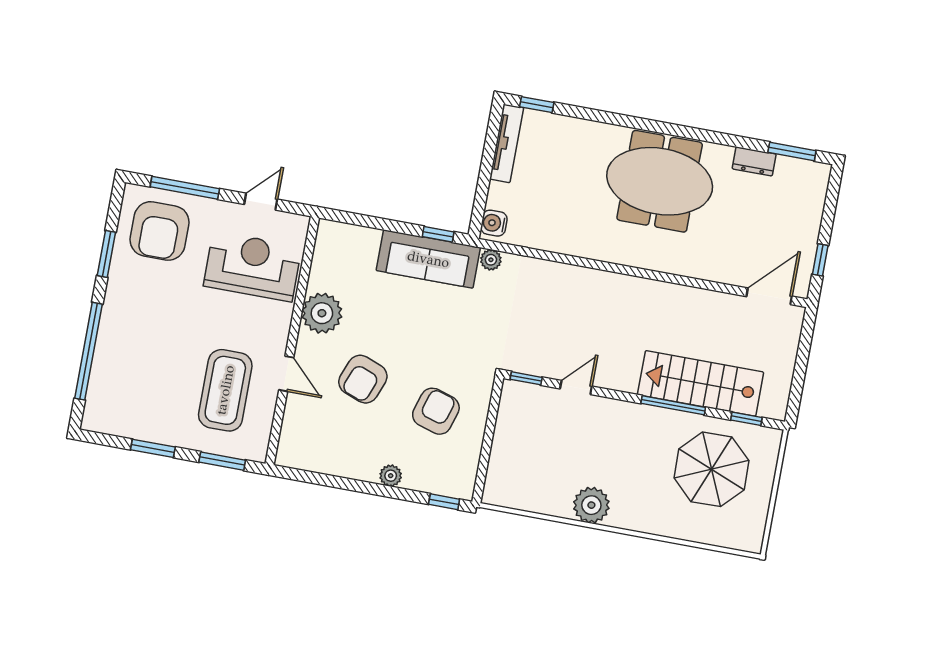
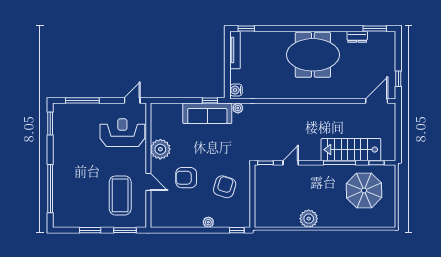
door: (261, 202) -> (132, 100), moved
armchair: (160, 231) -> (74, 124), removed
window: (106, 254) -> (50, 124), moved
armchair: (363, 379) -> (186, 178), turned 69

